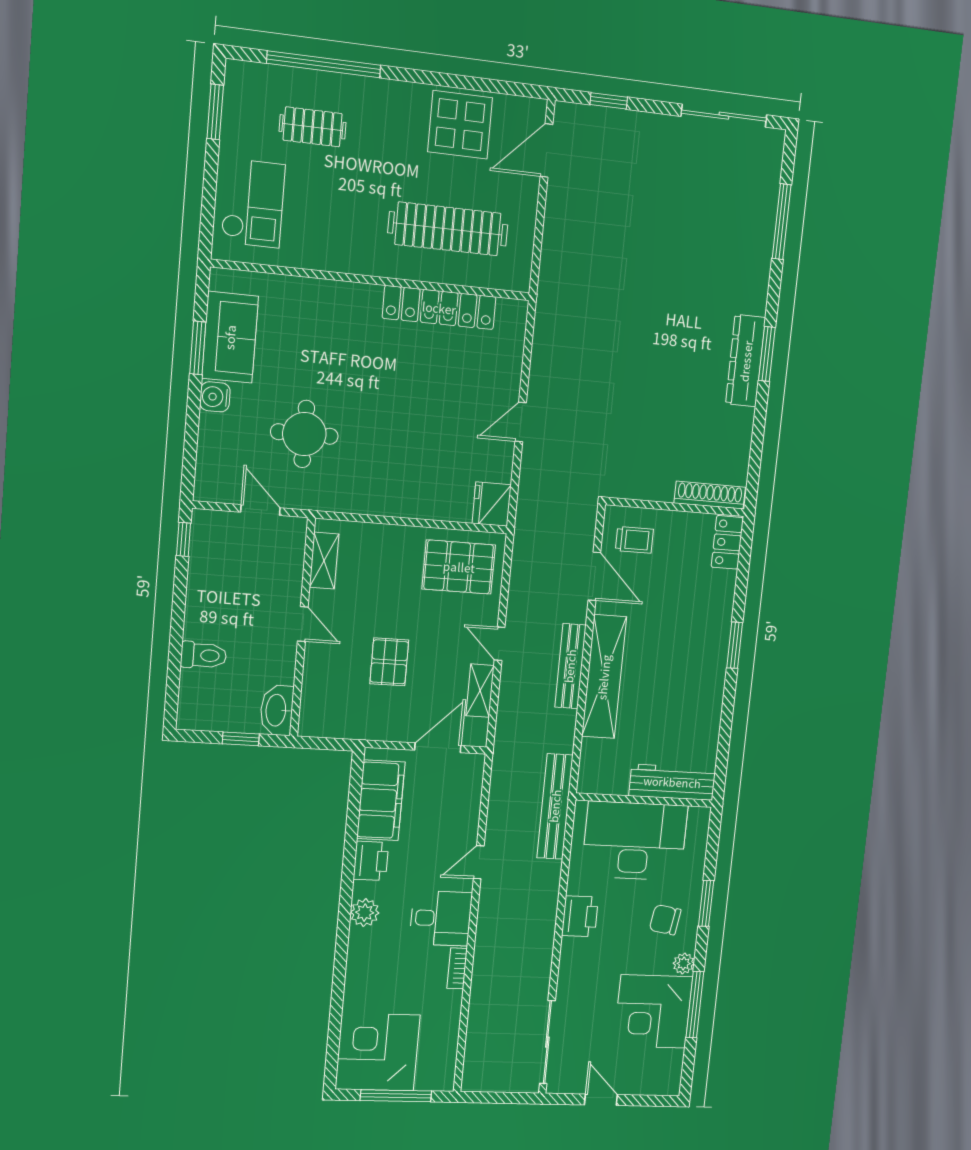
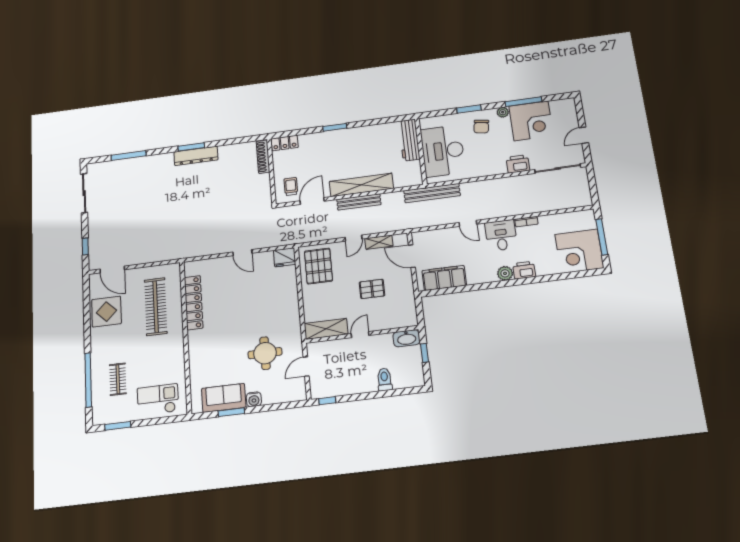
shelving: (324, 561) -> (326, 329), width x1.50, depth x1.33
printer: (371, 861) -> (524, 270), moved
printer: (580, 916) -> (518, 164), moved

